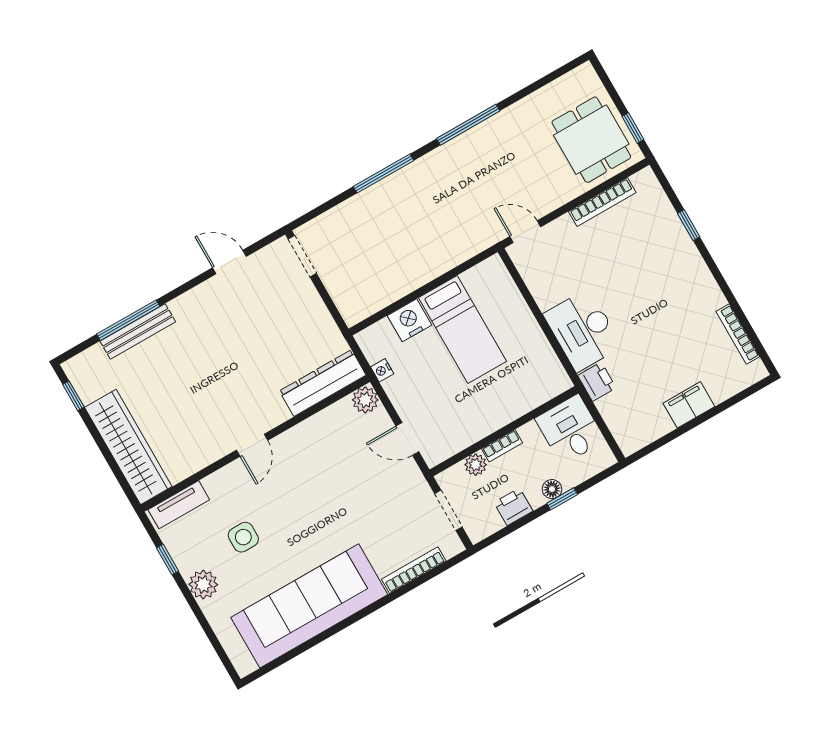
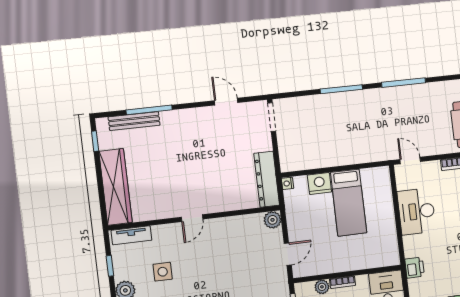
desk: (583, 330) -> (417, 211), moved
bench: (138, 331) -> (134, 121), moved
nightstand: (382, 370) -> (288, 183), moved
dresser: (323, 383) -> (267, 179), moved, turned -90
door: (407, 439) -> (288, 254), swing flipped

